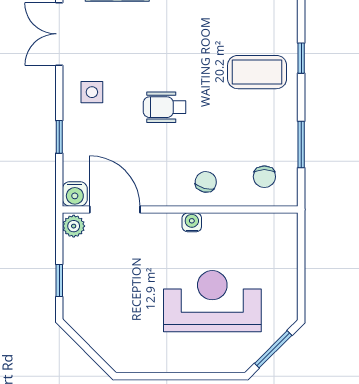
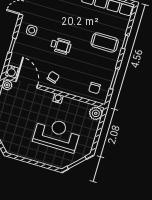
wheelchair: (165, 107) -> (61, 46), turned 180
chair: (206, 182) -> (53, 77), moved
plant: (283, 231) -> (96, 113), added

